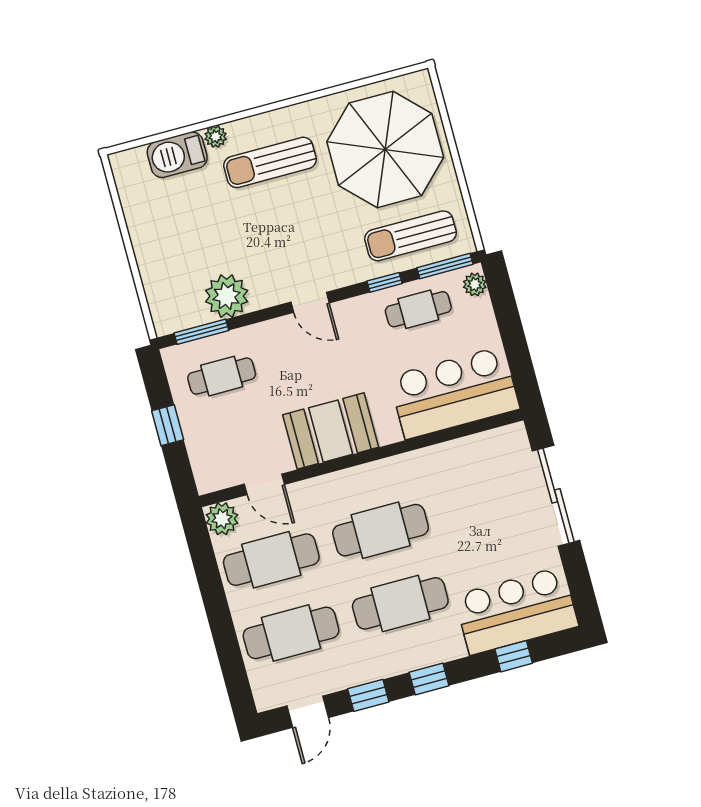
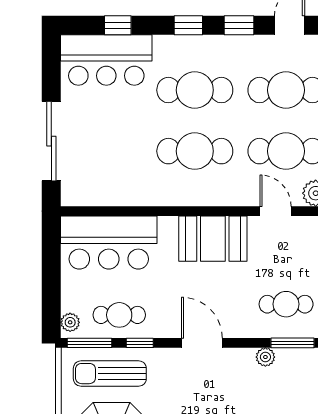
sun lounger: (411, 236) -> (110, 374), turned 180
plant: (227, 296) -> (265, 357), width x0.53, depth x0.53
door: (310, 302) -> (202, 343), width x1.38

